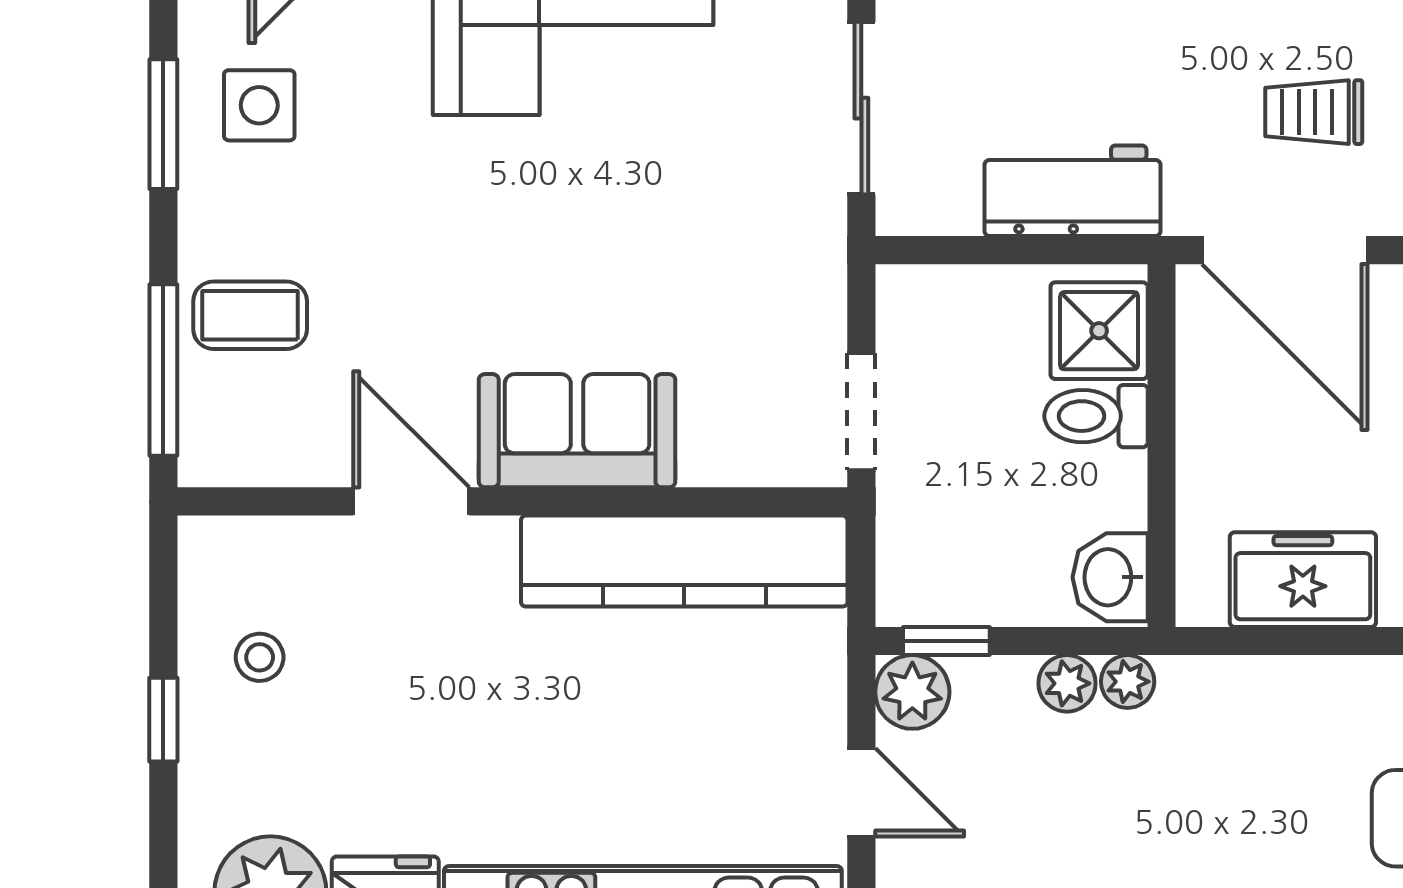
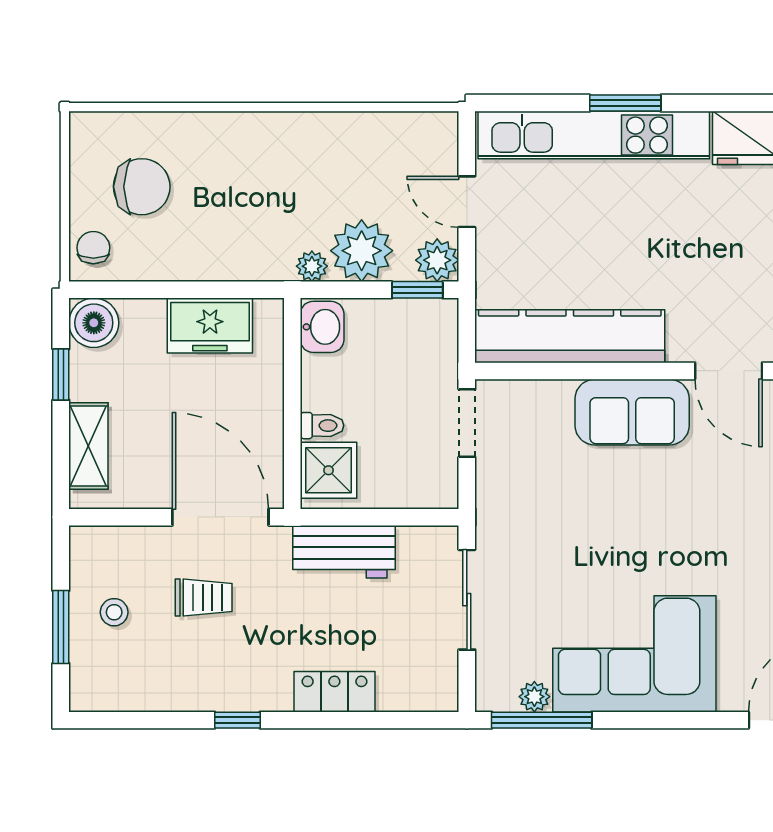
toilet: (1096, 416) -> (322, 426), width x0.73, depth x0.72
plant: (1067, 683) -> (362, 251), width x1.88, depth x1.88

